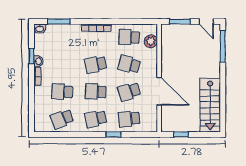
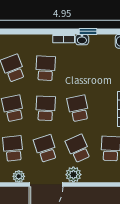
plant: (151, 41) -> (73, 175), moved
school desk: (129, 64) -> (78, 148), turned -39
plant: (152, 114) -> (19, 176), added

